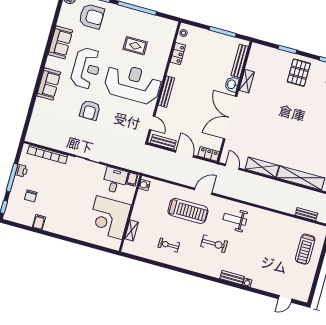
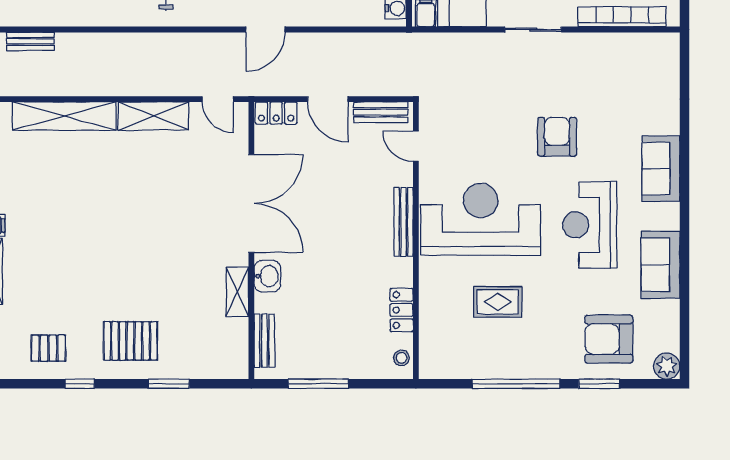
bench: (240, 61) -> (264, 341), width x0.73
pallet: (299, 73) -> (130, 341), turned 90
reception desk: (133, 84) -> (481, 219), turned 180

